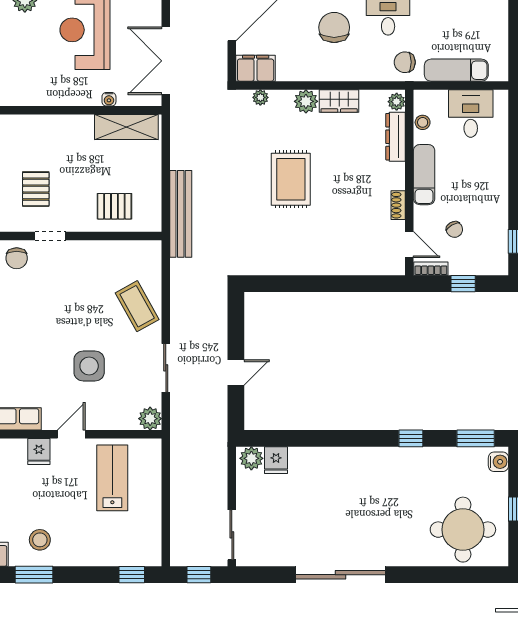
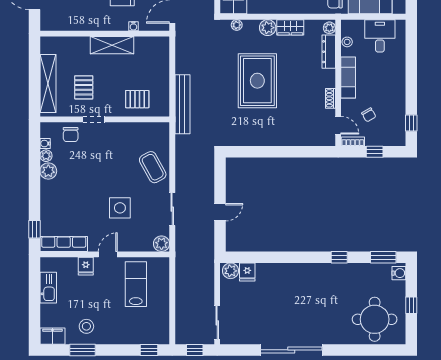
shelving: (126, 127) -> (112, 45), moved
rug: (291, 179) -> (257, 81), width x1.37, depth x1.44

